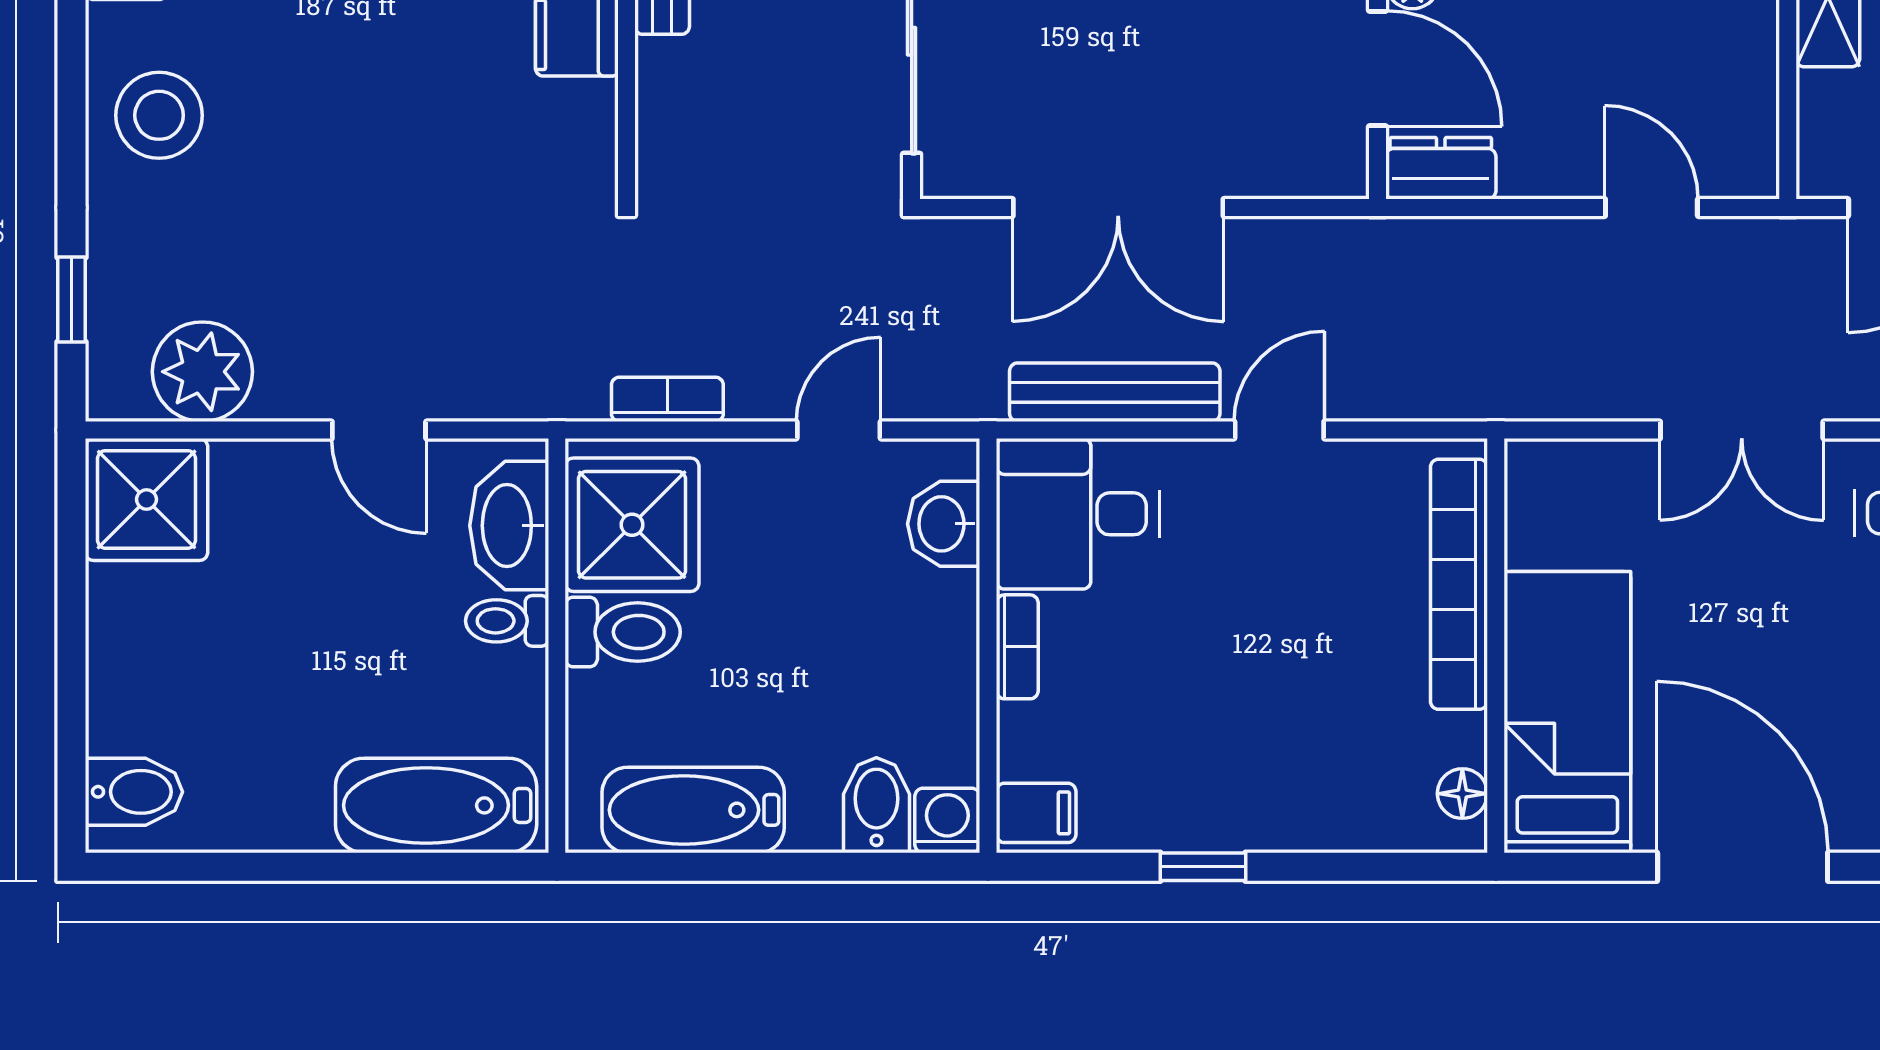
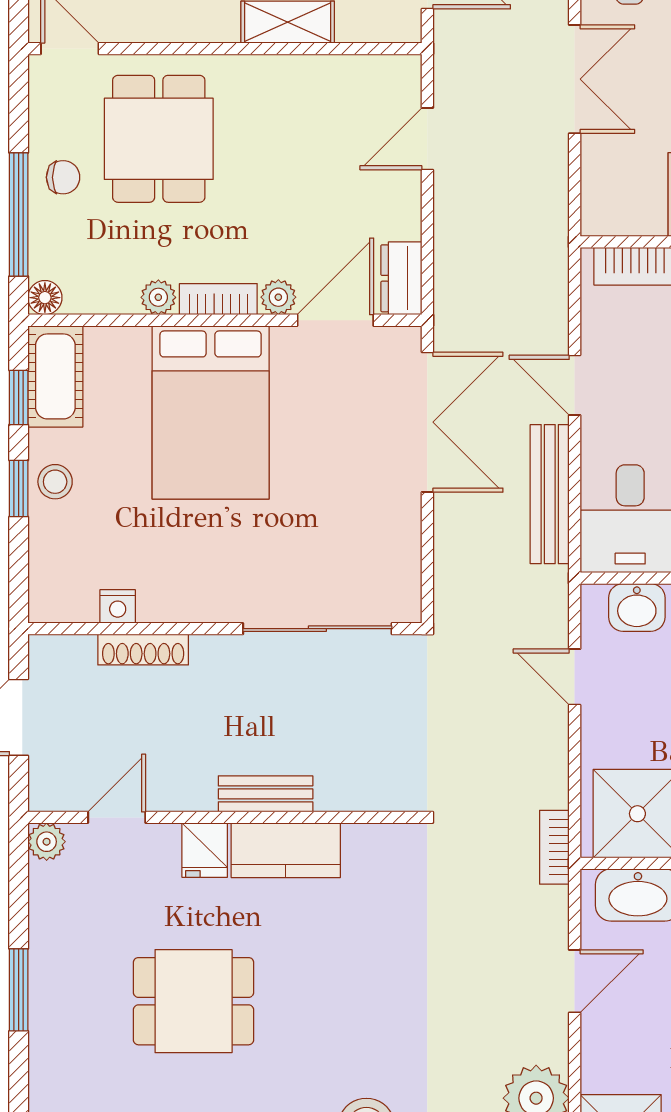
double door: (1118, 207) -> (427, 422), moved
bookcase: (667, 399) -> (554, 847), moved

